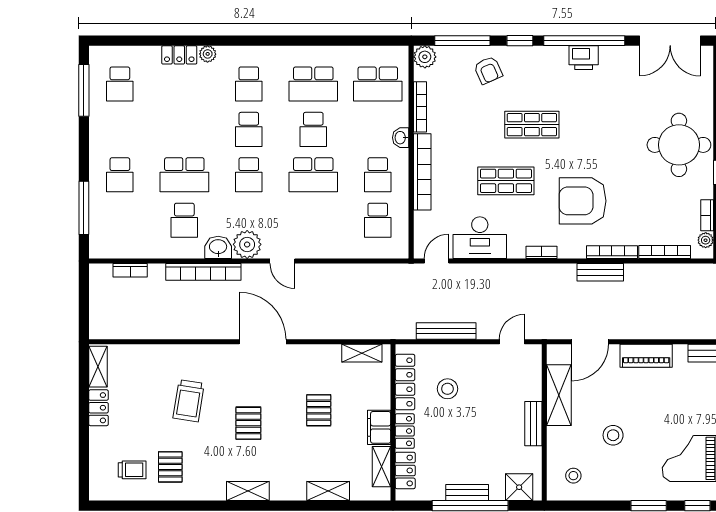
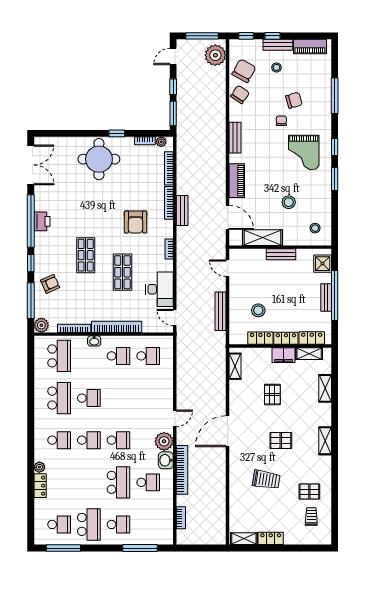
school desk: (313, 175) -> (89, 524), moved
armchair: (583, 201) -> (136, 222), width x0.73, depth x0.73
locker: (405, 382) -> (260, 338), width x0.66
pallet: (319, 410) -> (272, 395), turned 90

